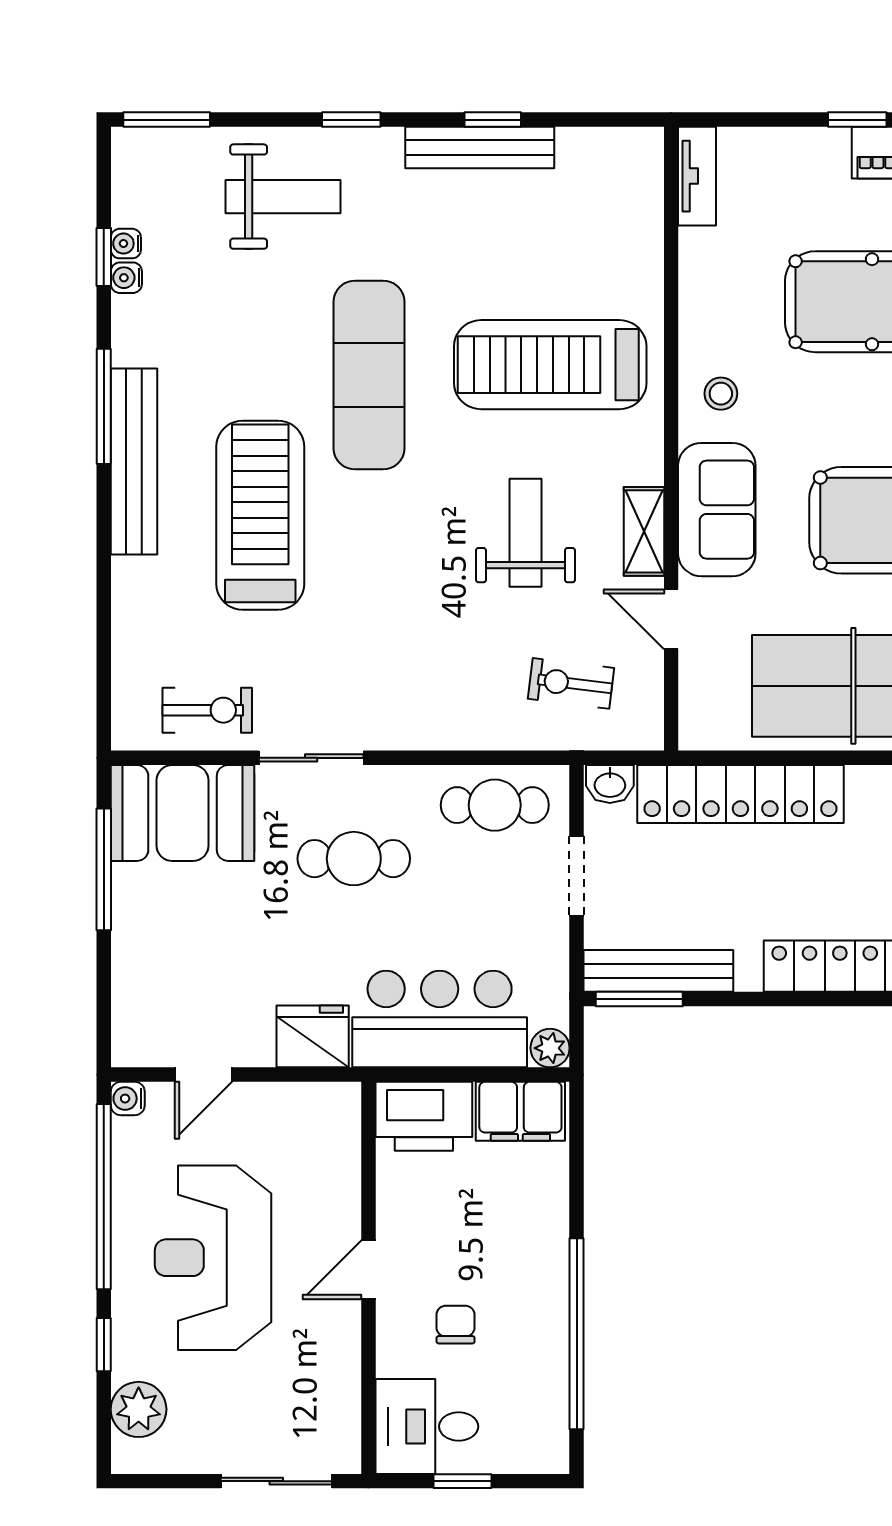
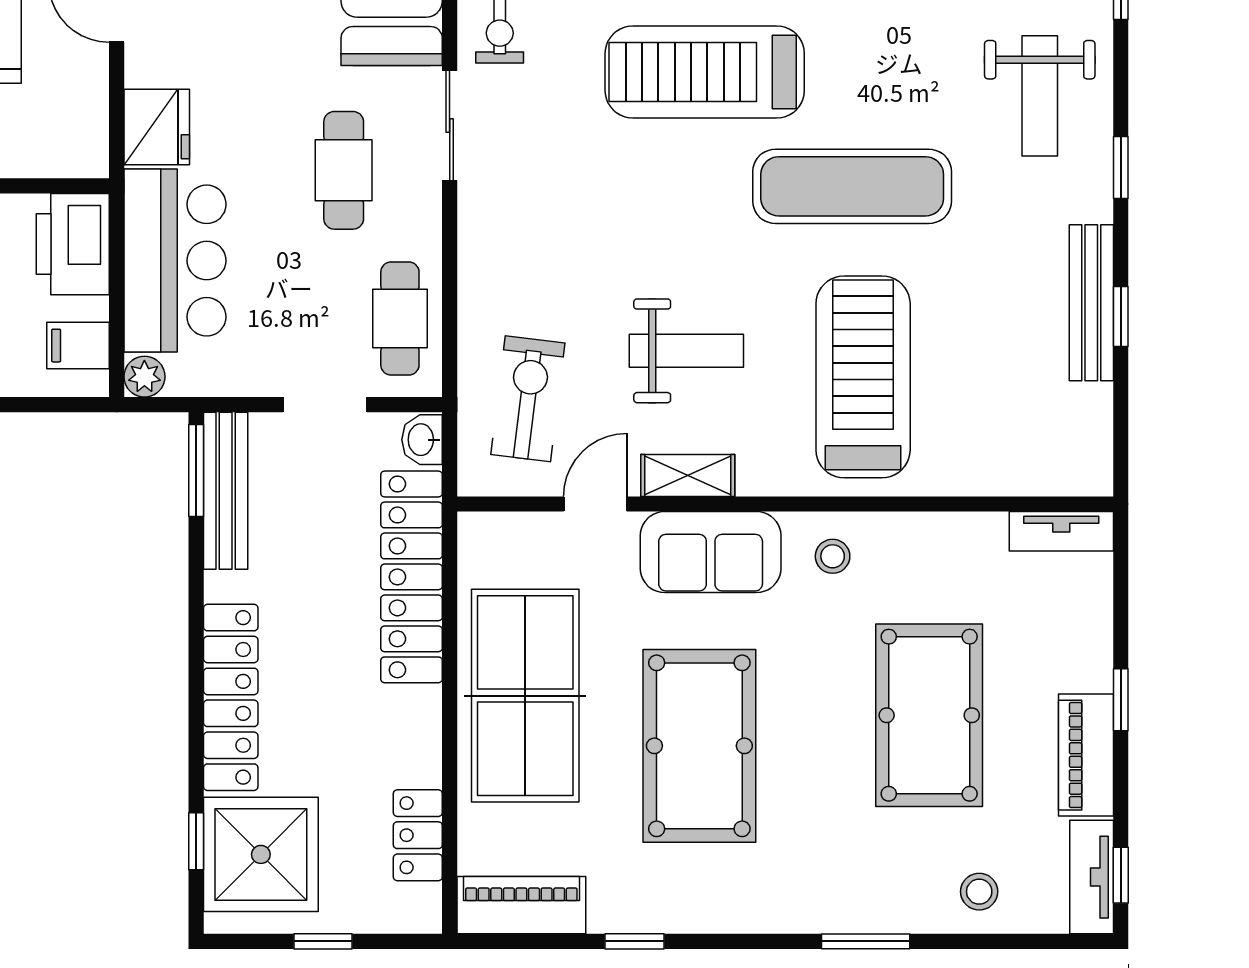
treadmill: (260, 515) -> (705, 72), turned 180
exercise bike: (571, 683) -> (528, 399), width x1.38, depth x1.39
filing cabinet: (520, 1111) -> (78, 346), width x0.50

